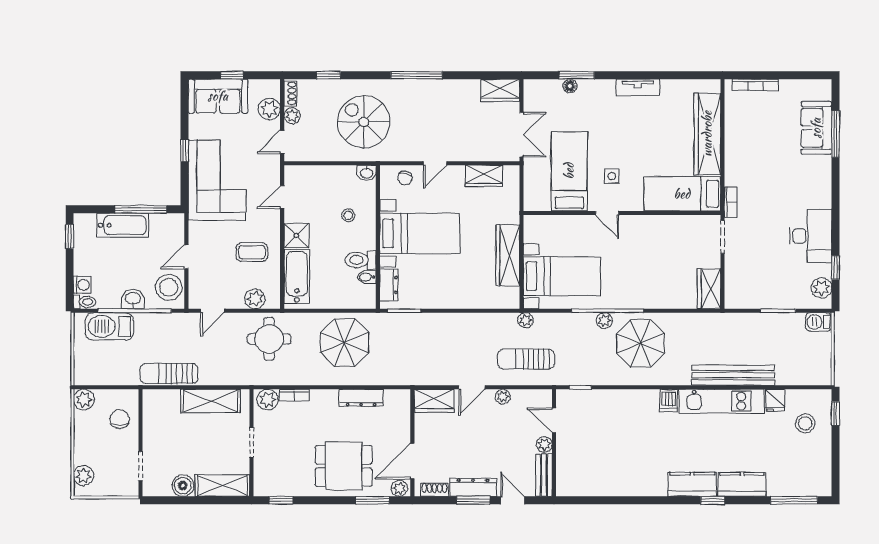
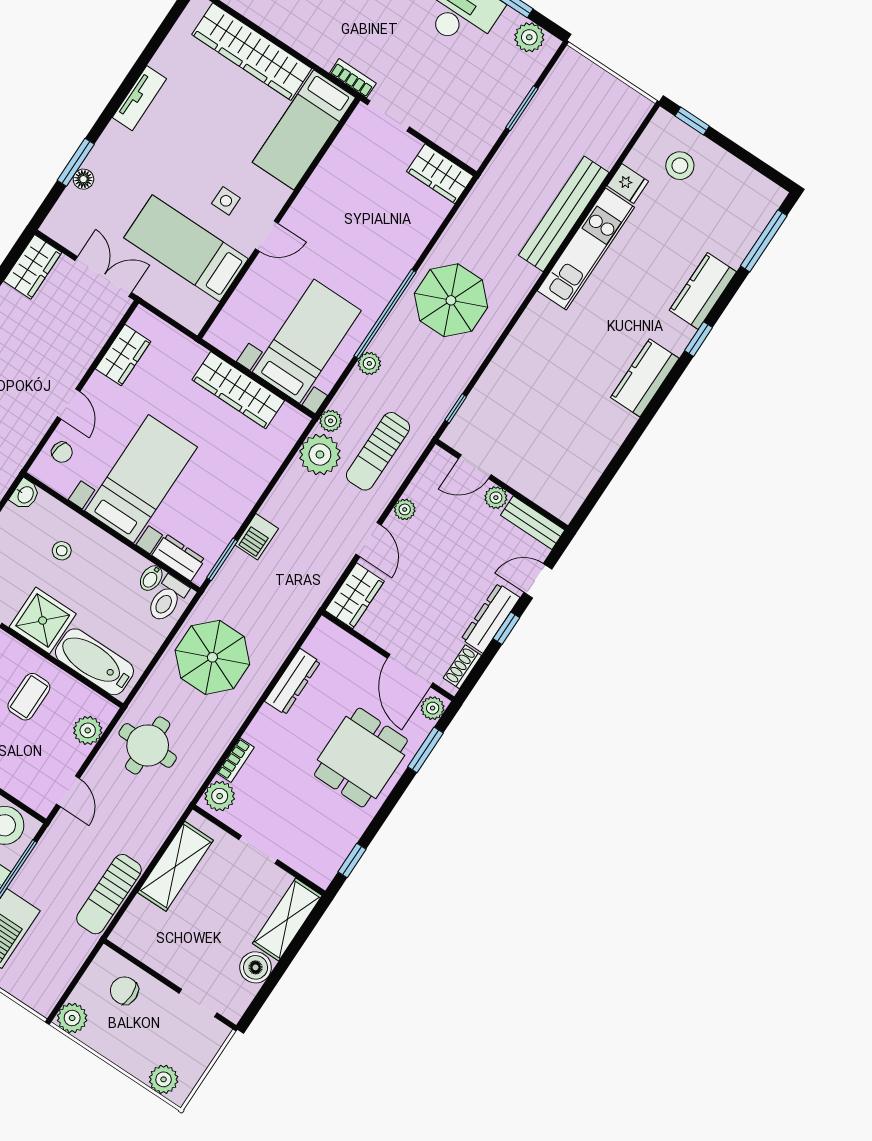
shower: (296, 235) -> (43, 620), width x1.36, depth x1.36
toilet: (361, 260) -> (167, 599), moved
plant: (604, 321) -> (369, 363), moved
barbecue: (819, 322) -> (257, 537), moved
plant: (502, 327) -> (320, 454), added
dishwasher: (669, 400) -> (542, 312), removed
kitchen counter: (692, 484) -> (645, 378), moved
window: (473, 500) -> (506, 628), width x0.67

